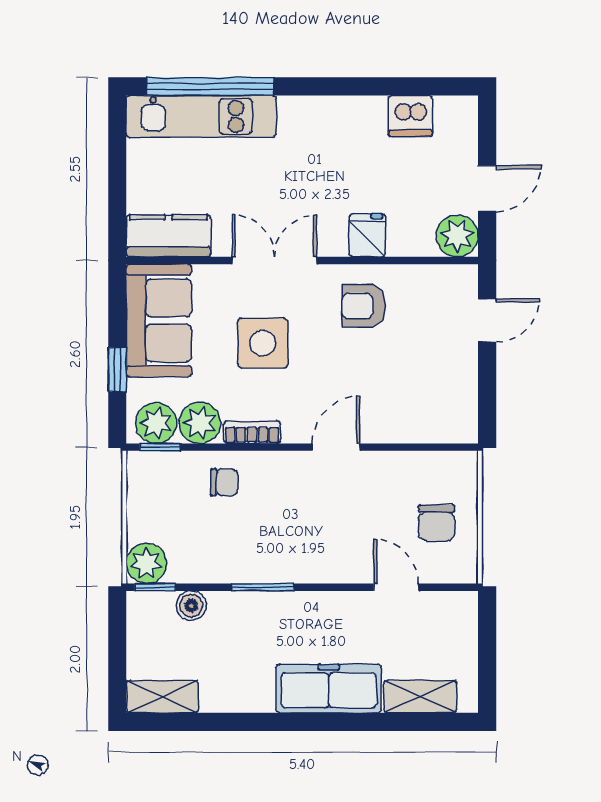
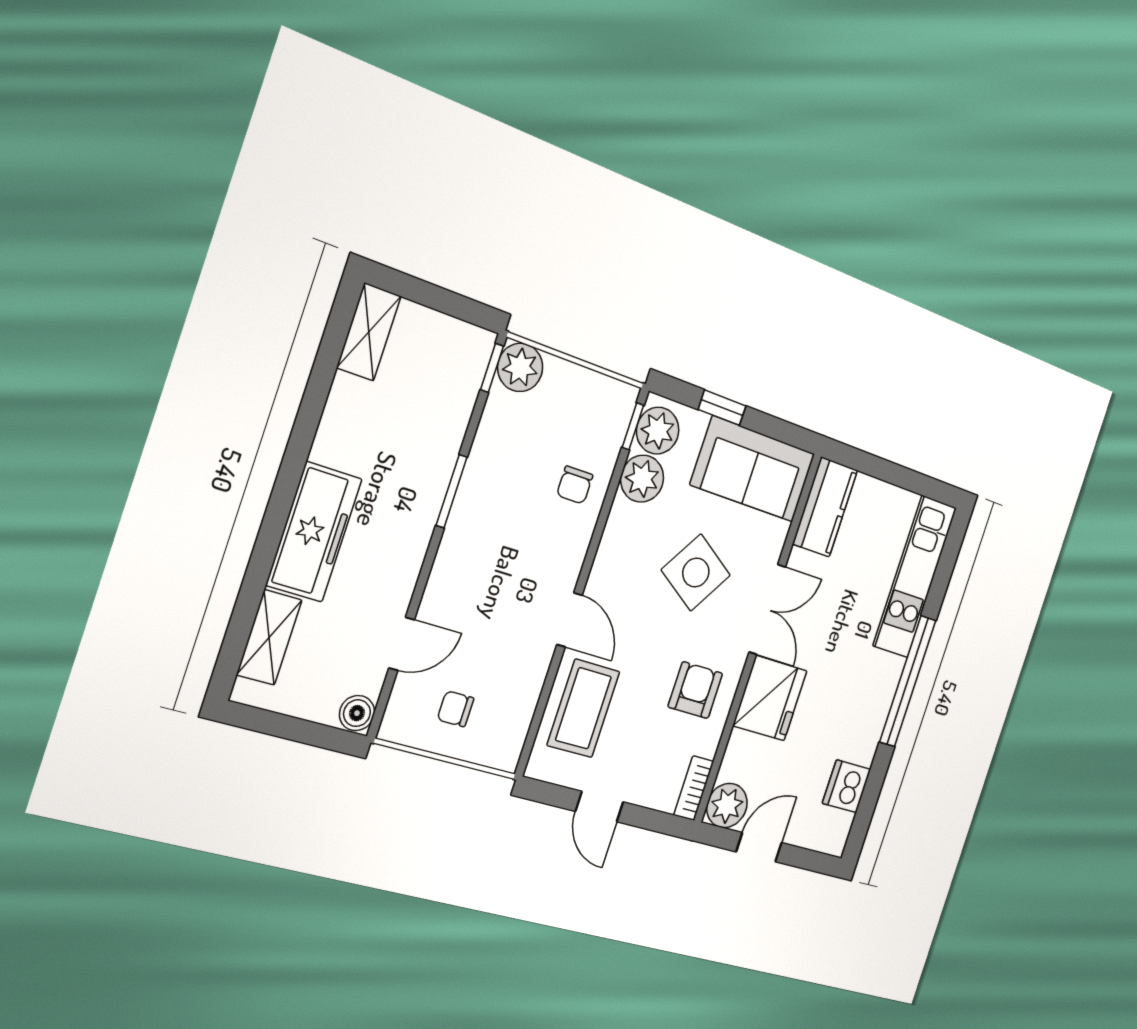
window: (210, 86) -> (908, 681), moved
door: (487, 188) -> (759, 847), swing flipped
fridge: (367, 235) -> (770, 698), width x1.88, depth x1.34
door: (487, 321) -> (599, 807), moved
side table: (263, 343) -> (696, 573), turned 33
coffee table: (407, 408) -> (583, 708), added
bookcase: (252, 432) -> (694, 788), moved, turned 180
chair: (437, 523) -> (455, 709), width x0.73, depth x0.73
boiler: (191, 606) -> (357, 713), moved

